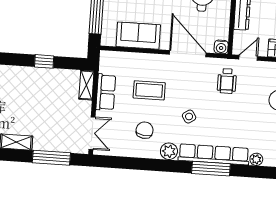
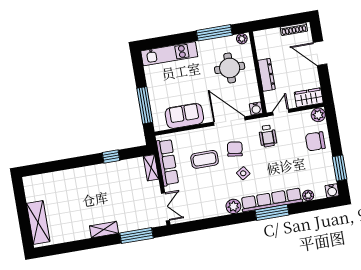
row of seats: (106, 92) -> (167, 162), width x1.48
chair: (145, 130) -> (235, 149), moved

